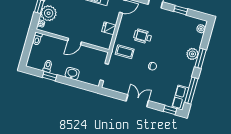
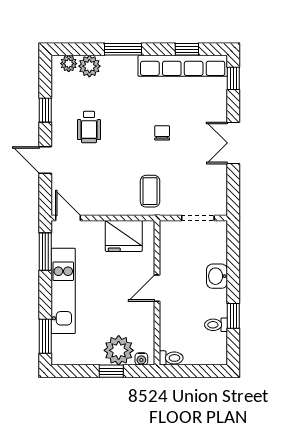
fridge: (109, 28) -> (124, 236), width x1.88, depth x1.34
wheelchair: (143, 36) -> (89, 127), moved
door: (75, 41) -> (157, 288), swing flipped
plant: (192, 54) -> (89, 66), moved
window: (191, 91) -> (187, 49), width x0.46
row of seats: (180, 98) -> (183, 66), width x2.02

